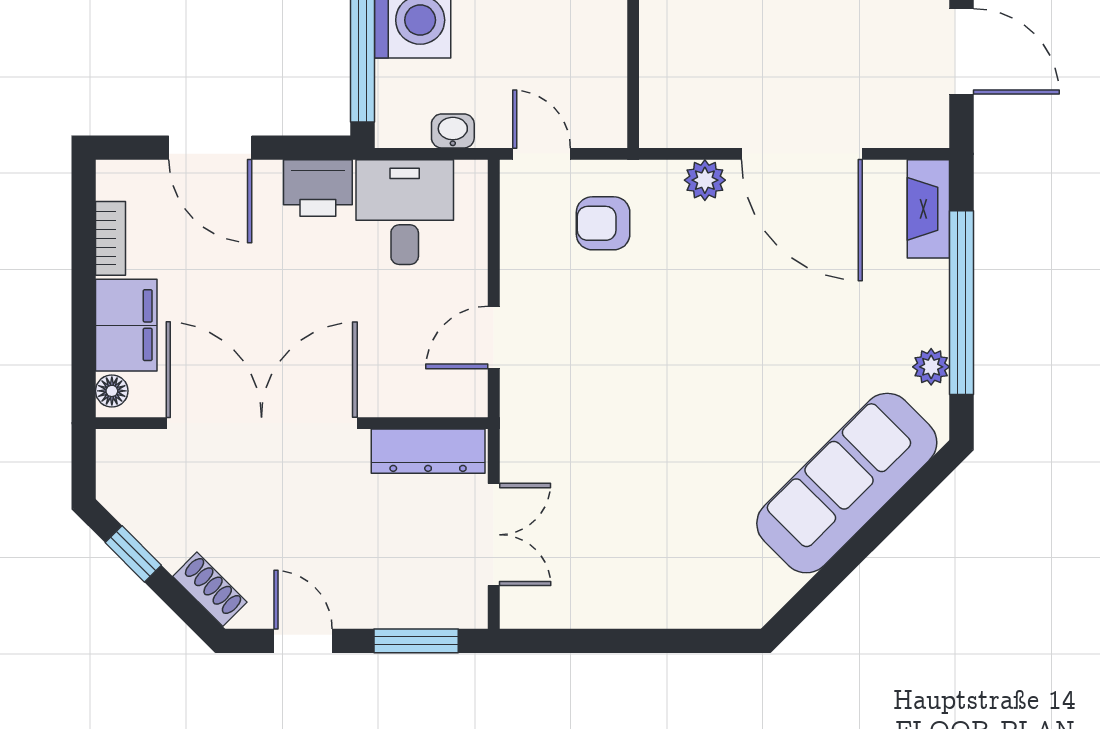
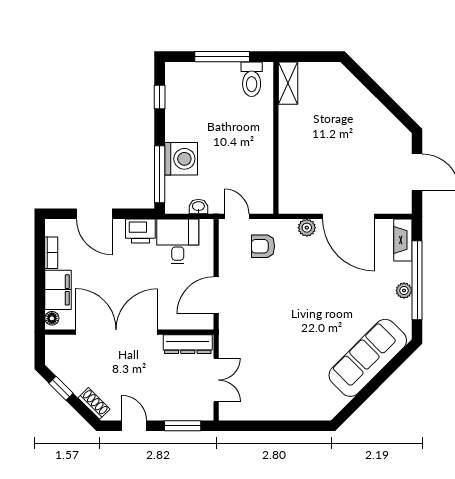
door: (494, 337) -> (216, 295), width x1.38
plant: (931, 367) -> (404, 291), moved

